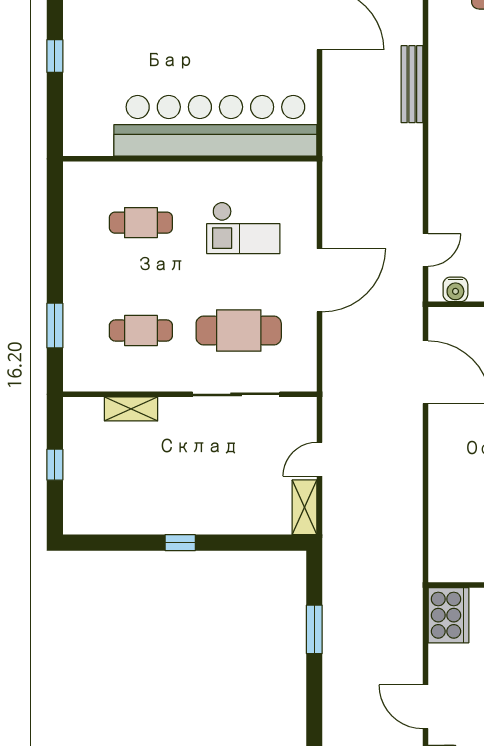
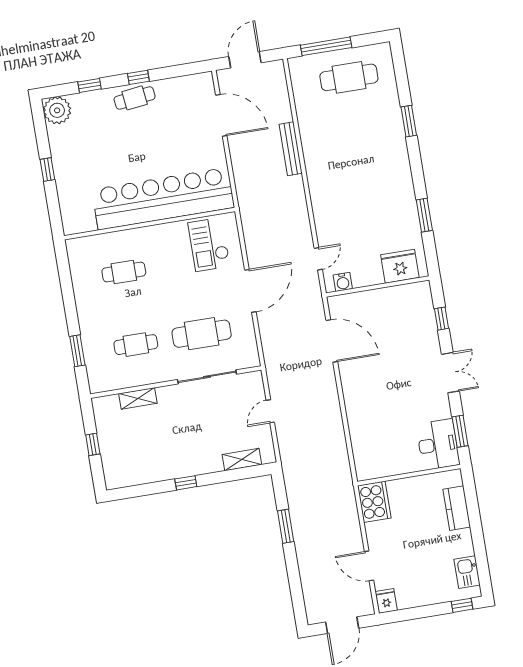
checkout: (243, 228) -> (209, 244), moved, turned 90
shelving: (305, 507) -> (242, 459), moved, turned 90

